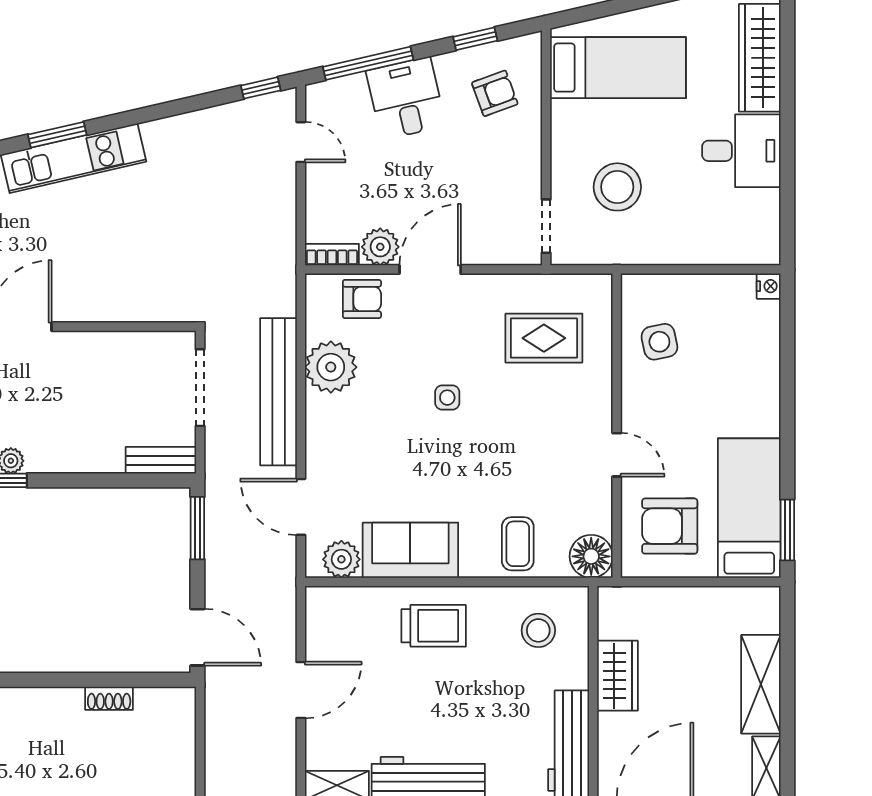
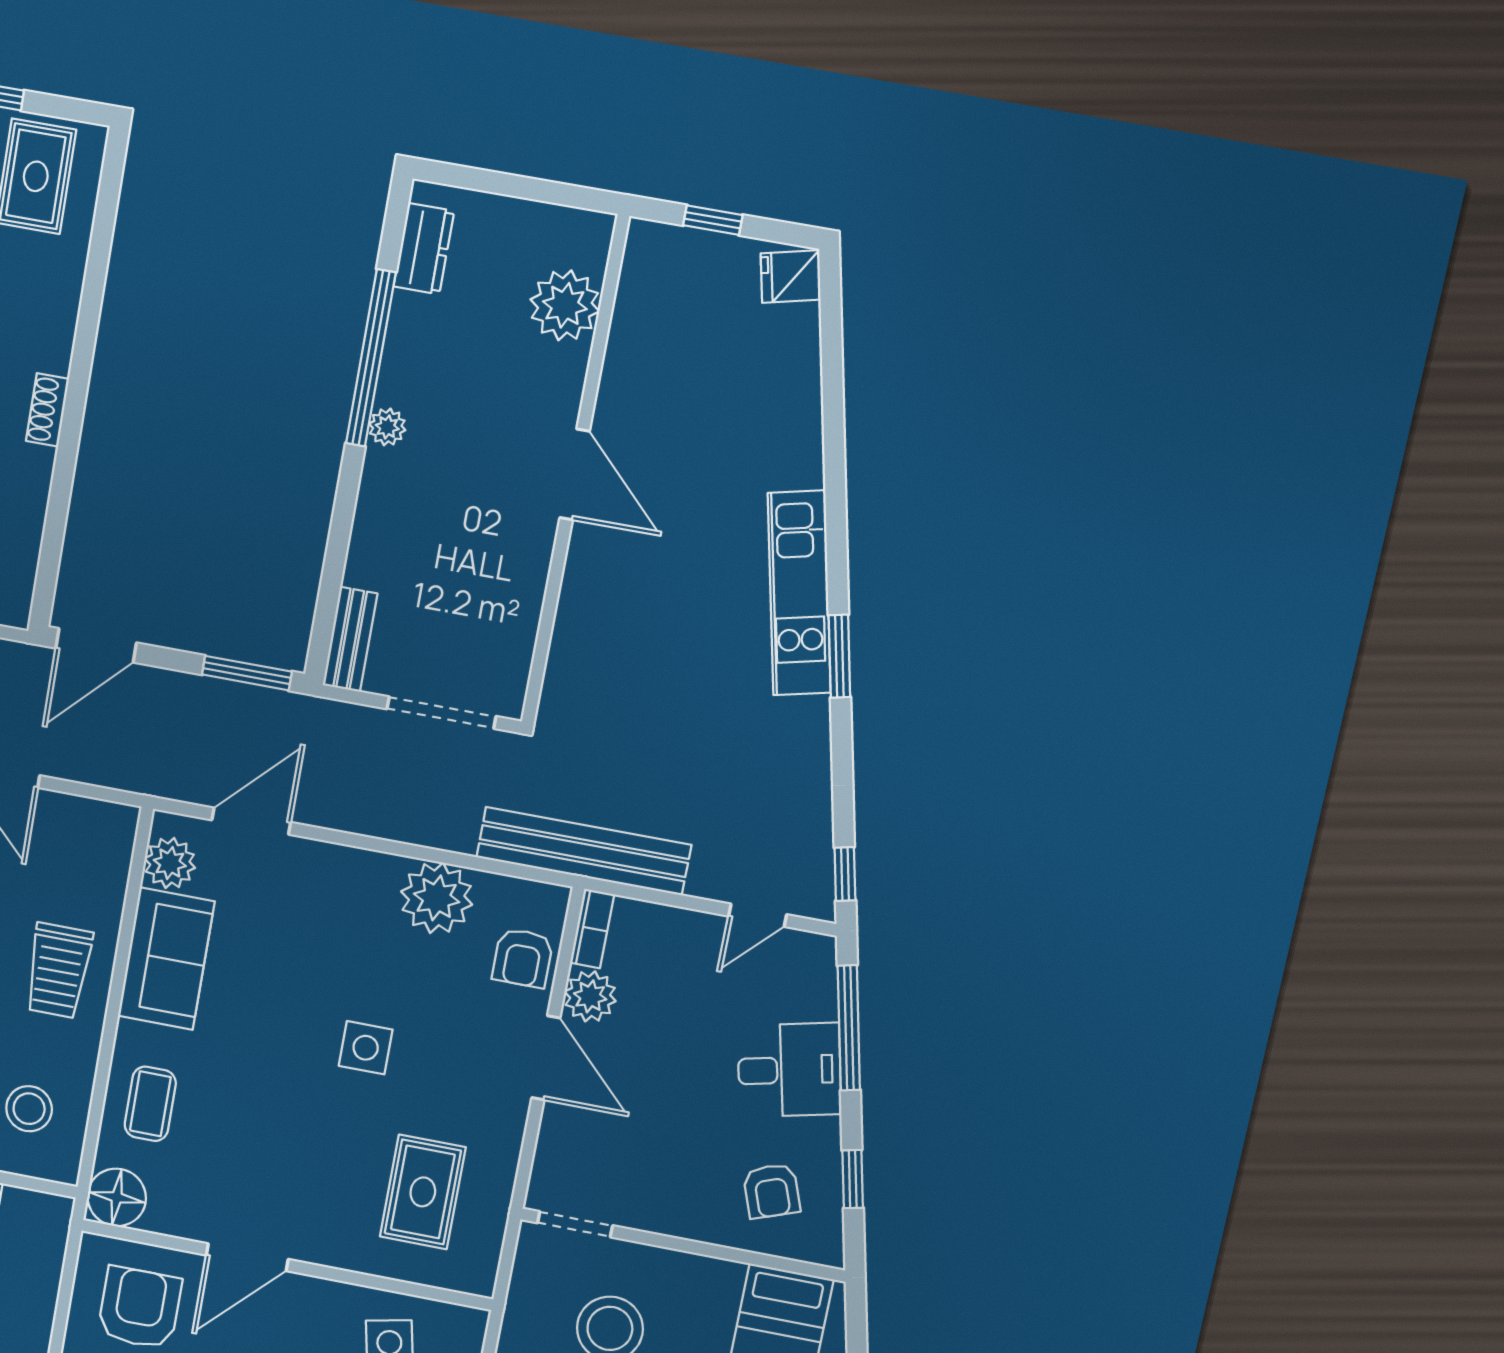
window: (57, 135) -> (839, 656), moved
bench: (279, 392) -> (584, 851), moved
side table: (447, 398) -> (366, 1048), width x1.37, depth x1.37
door: (617, 455) -> (247, 1257), width x1.38
coffee table: (518, 544) -> (150, 1104), turned 90
shoe rack: (109, 698) -> (47, 410), moved

